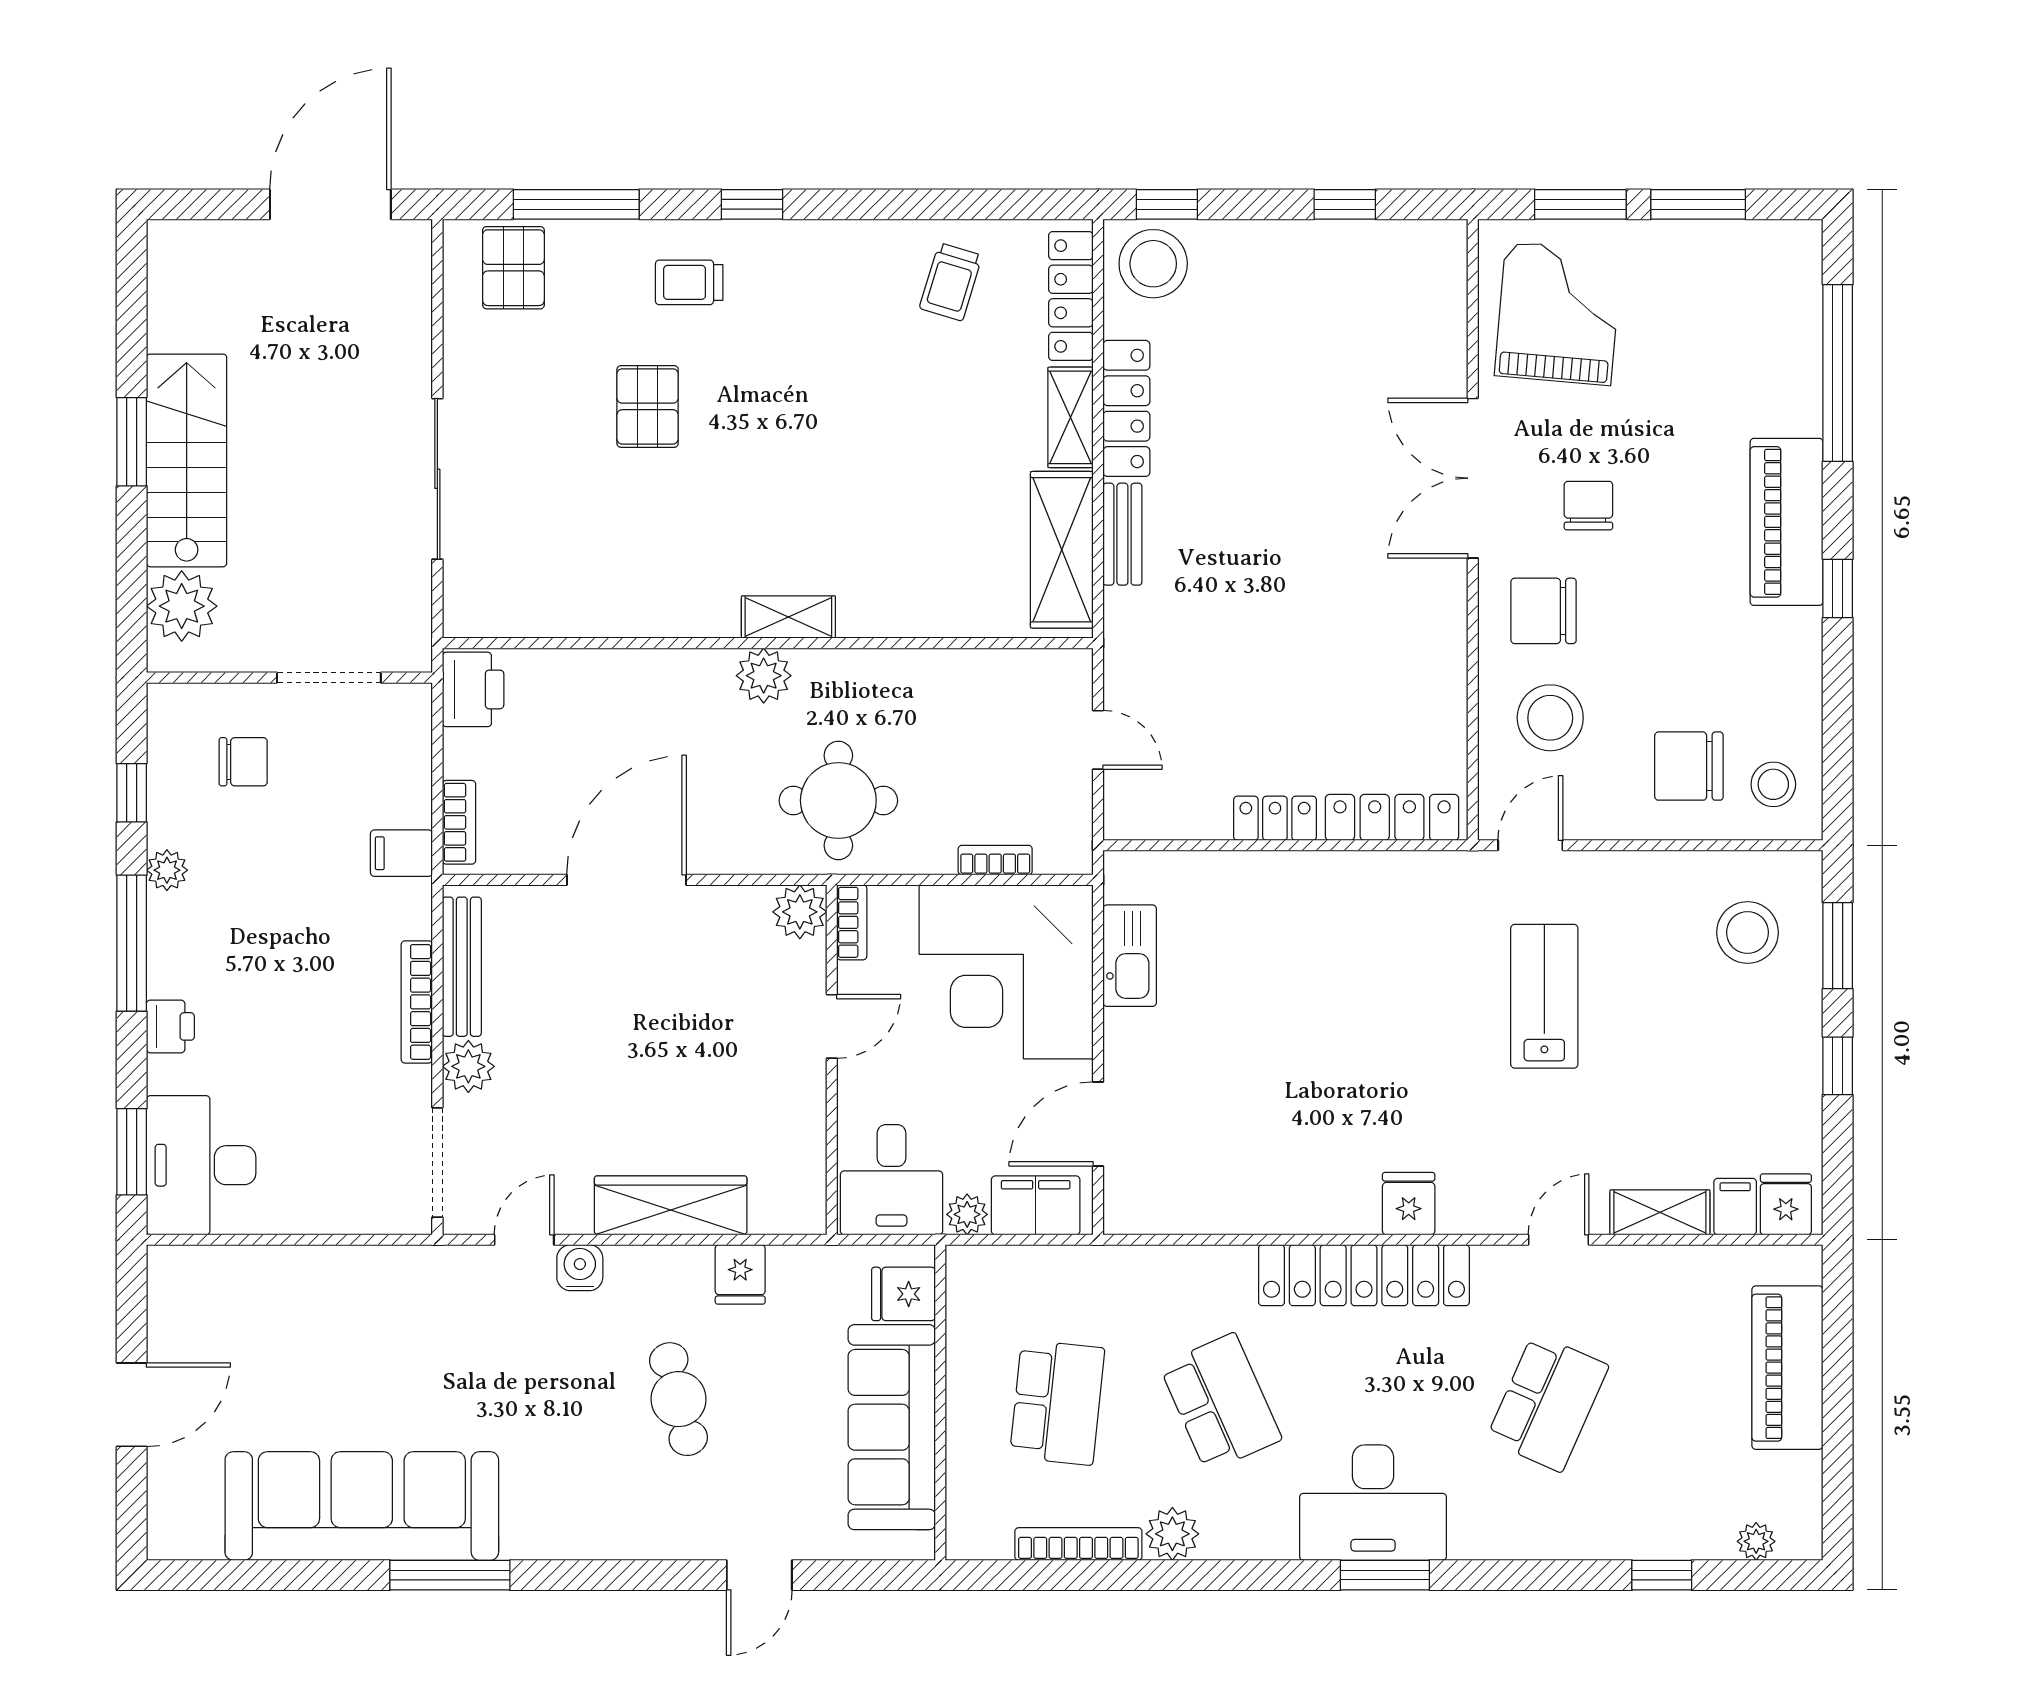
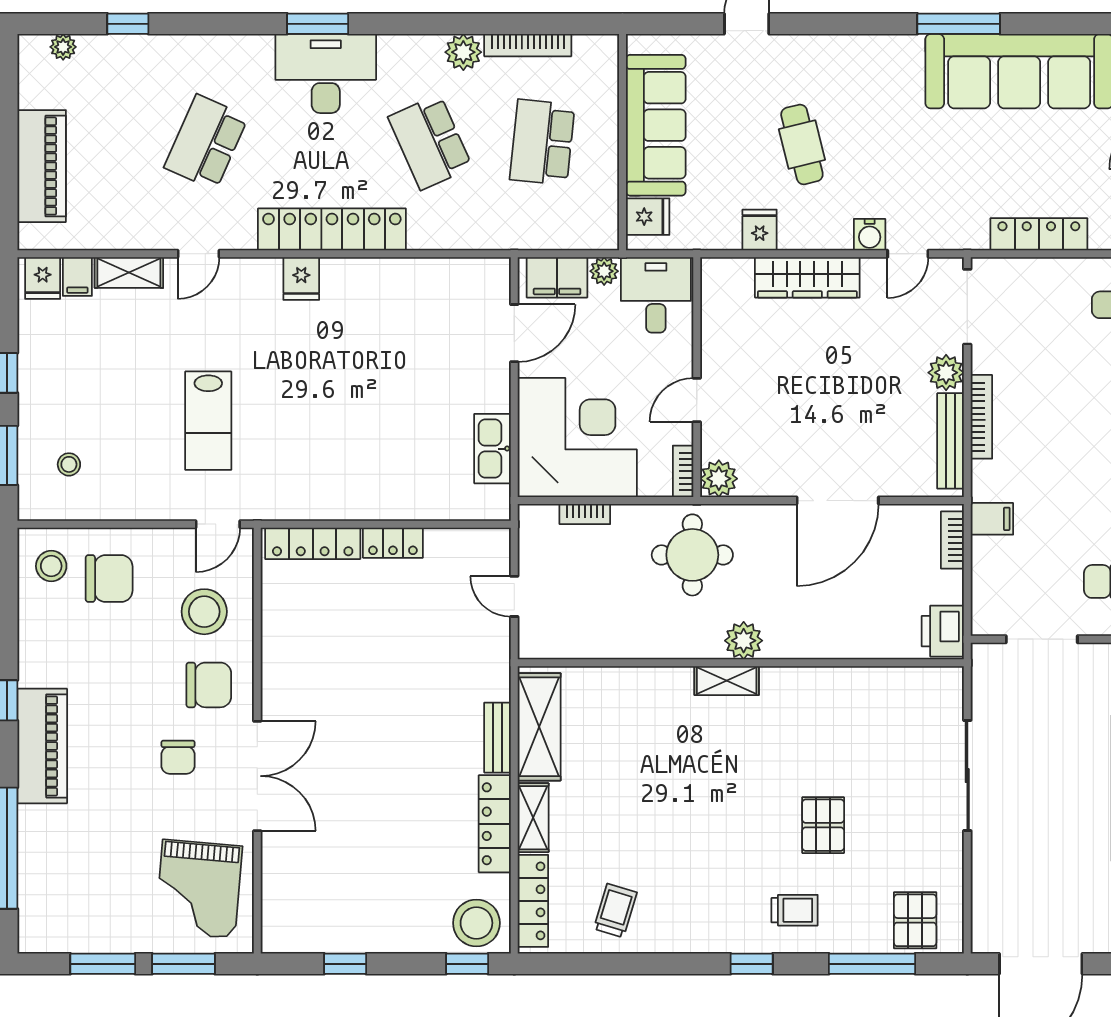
stool: (1748, 932) -> (69, 464), width x0.53, depth x0.53
locker: (333, 1268) -> (1039, 234), added

